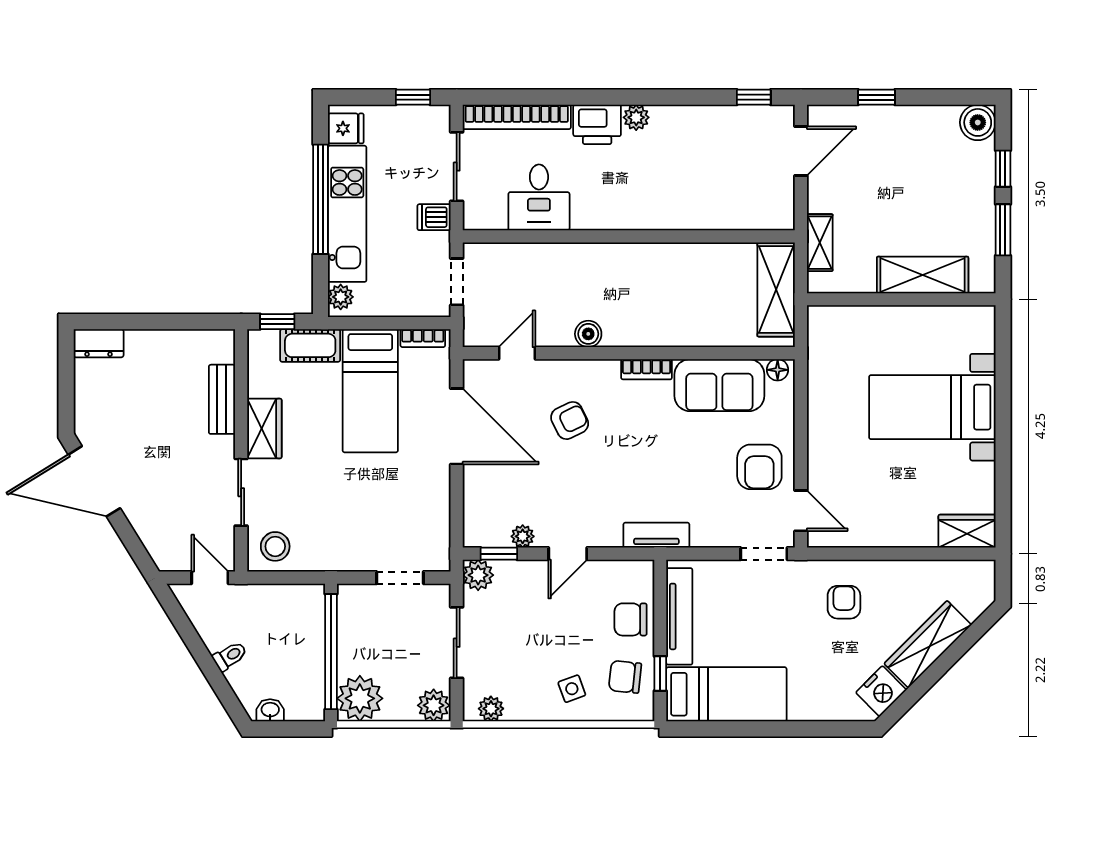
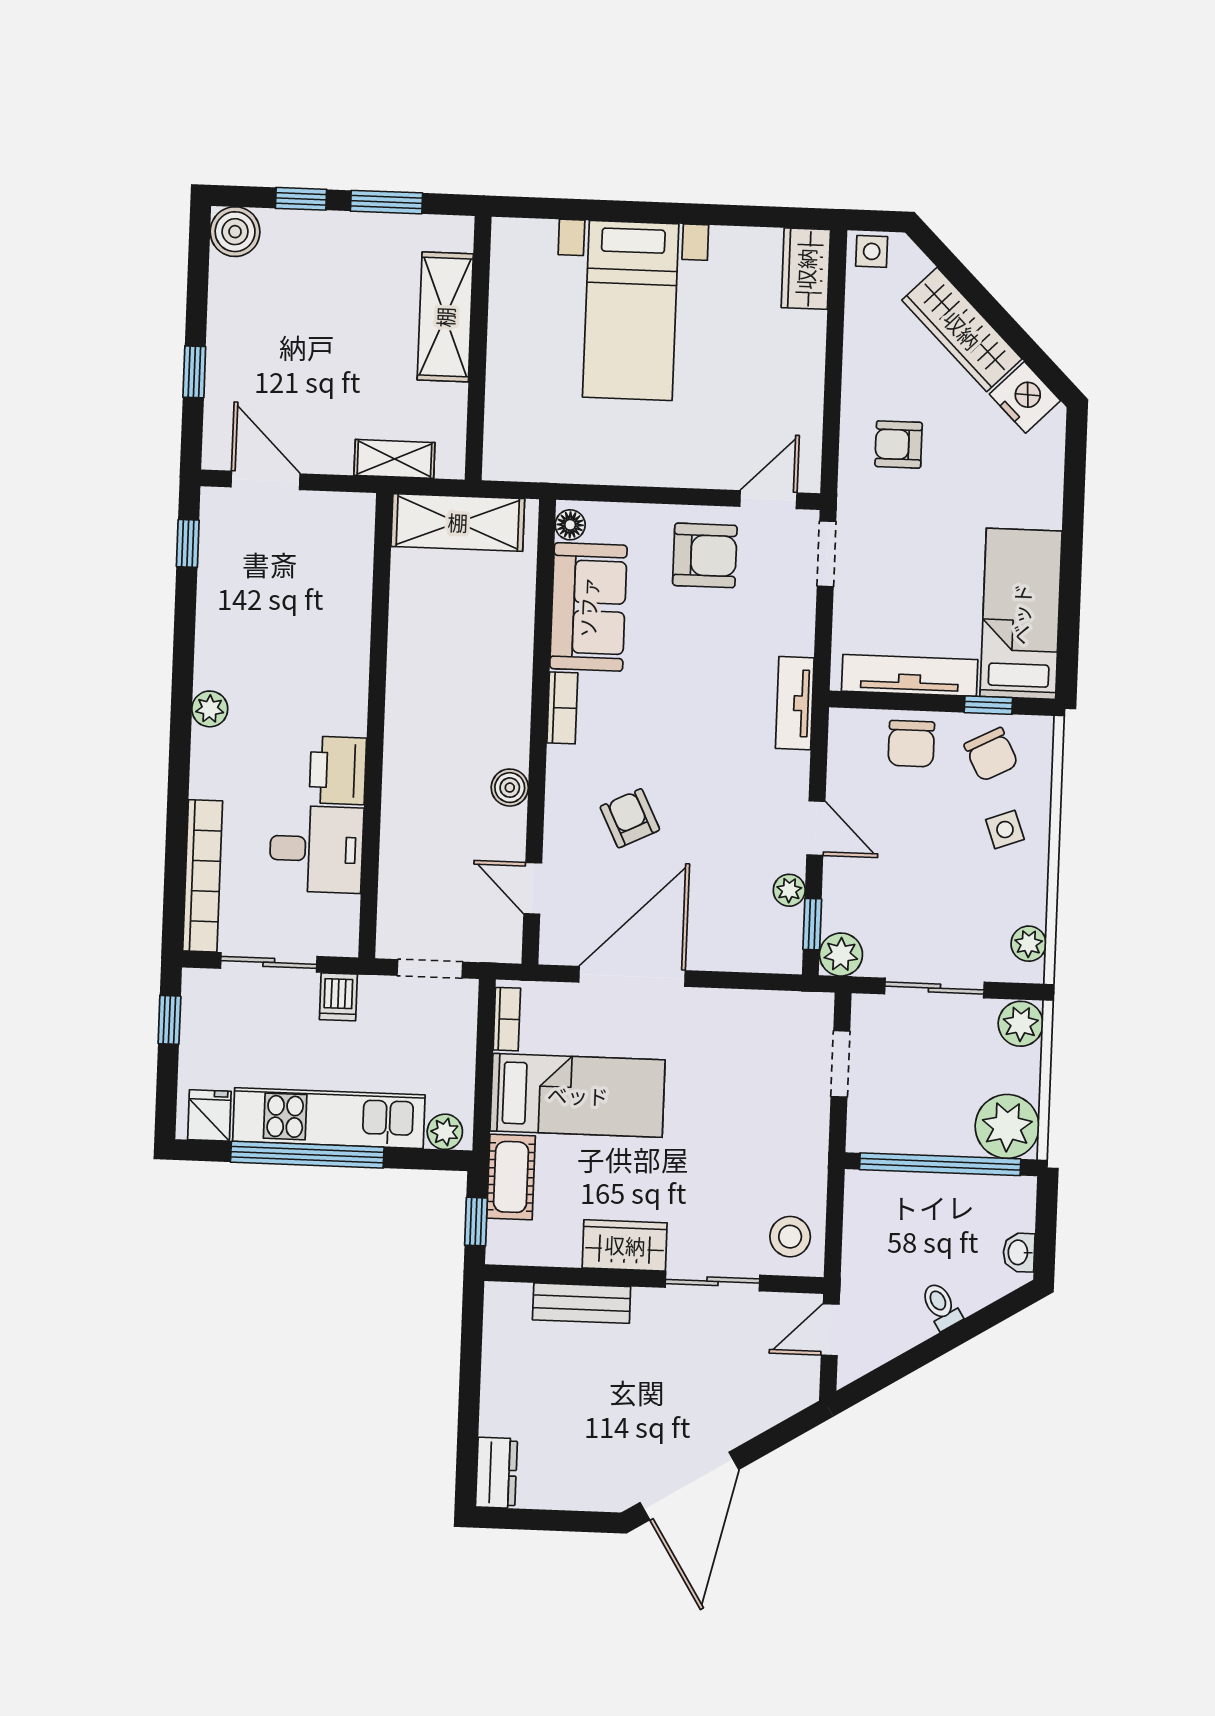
printer: (597, 124) -> (338, 770), moved, turned 180
side table: (981, 578) -> (872, 251), added
chair: (625, 677) -> (991, 755), turned -33

